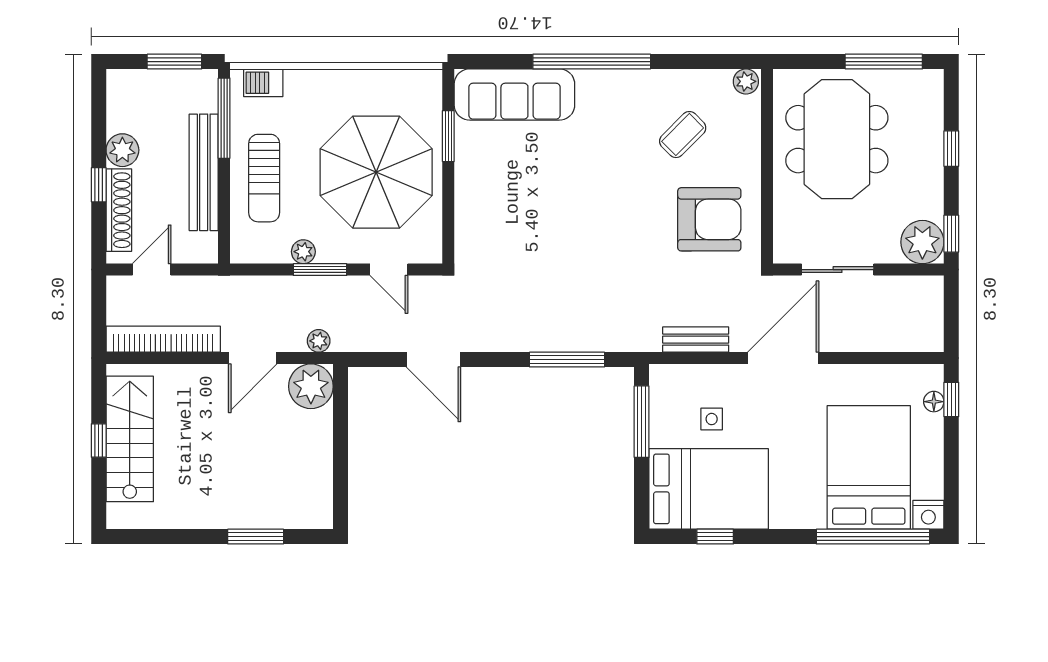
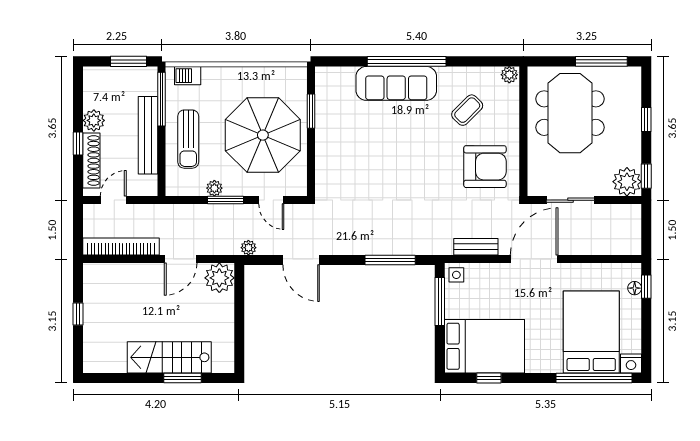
sofa: (514, 95) -> (396, 83), moved
plant: (319, 341) -> (248, 248), moved
side table: (712, 419) -> (456, 275), moved
stairs: (130, 439) -> (169, 357), moved, turned -90

